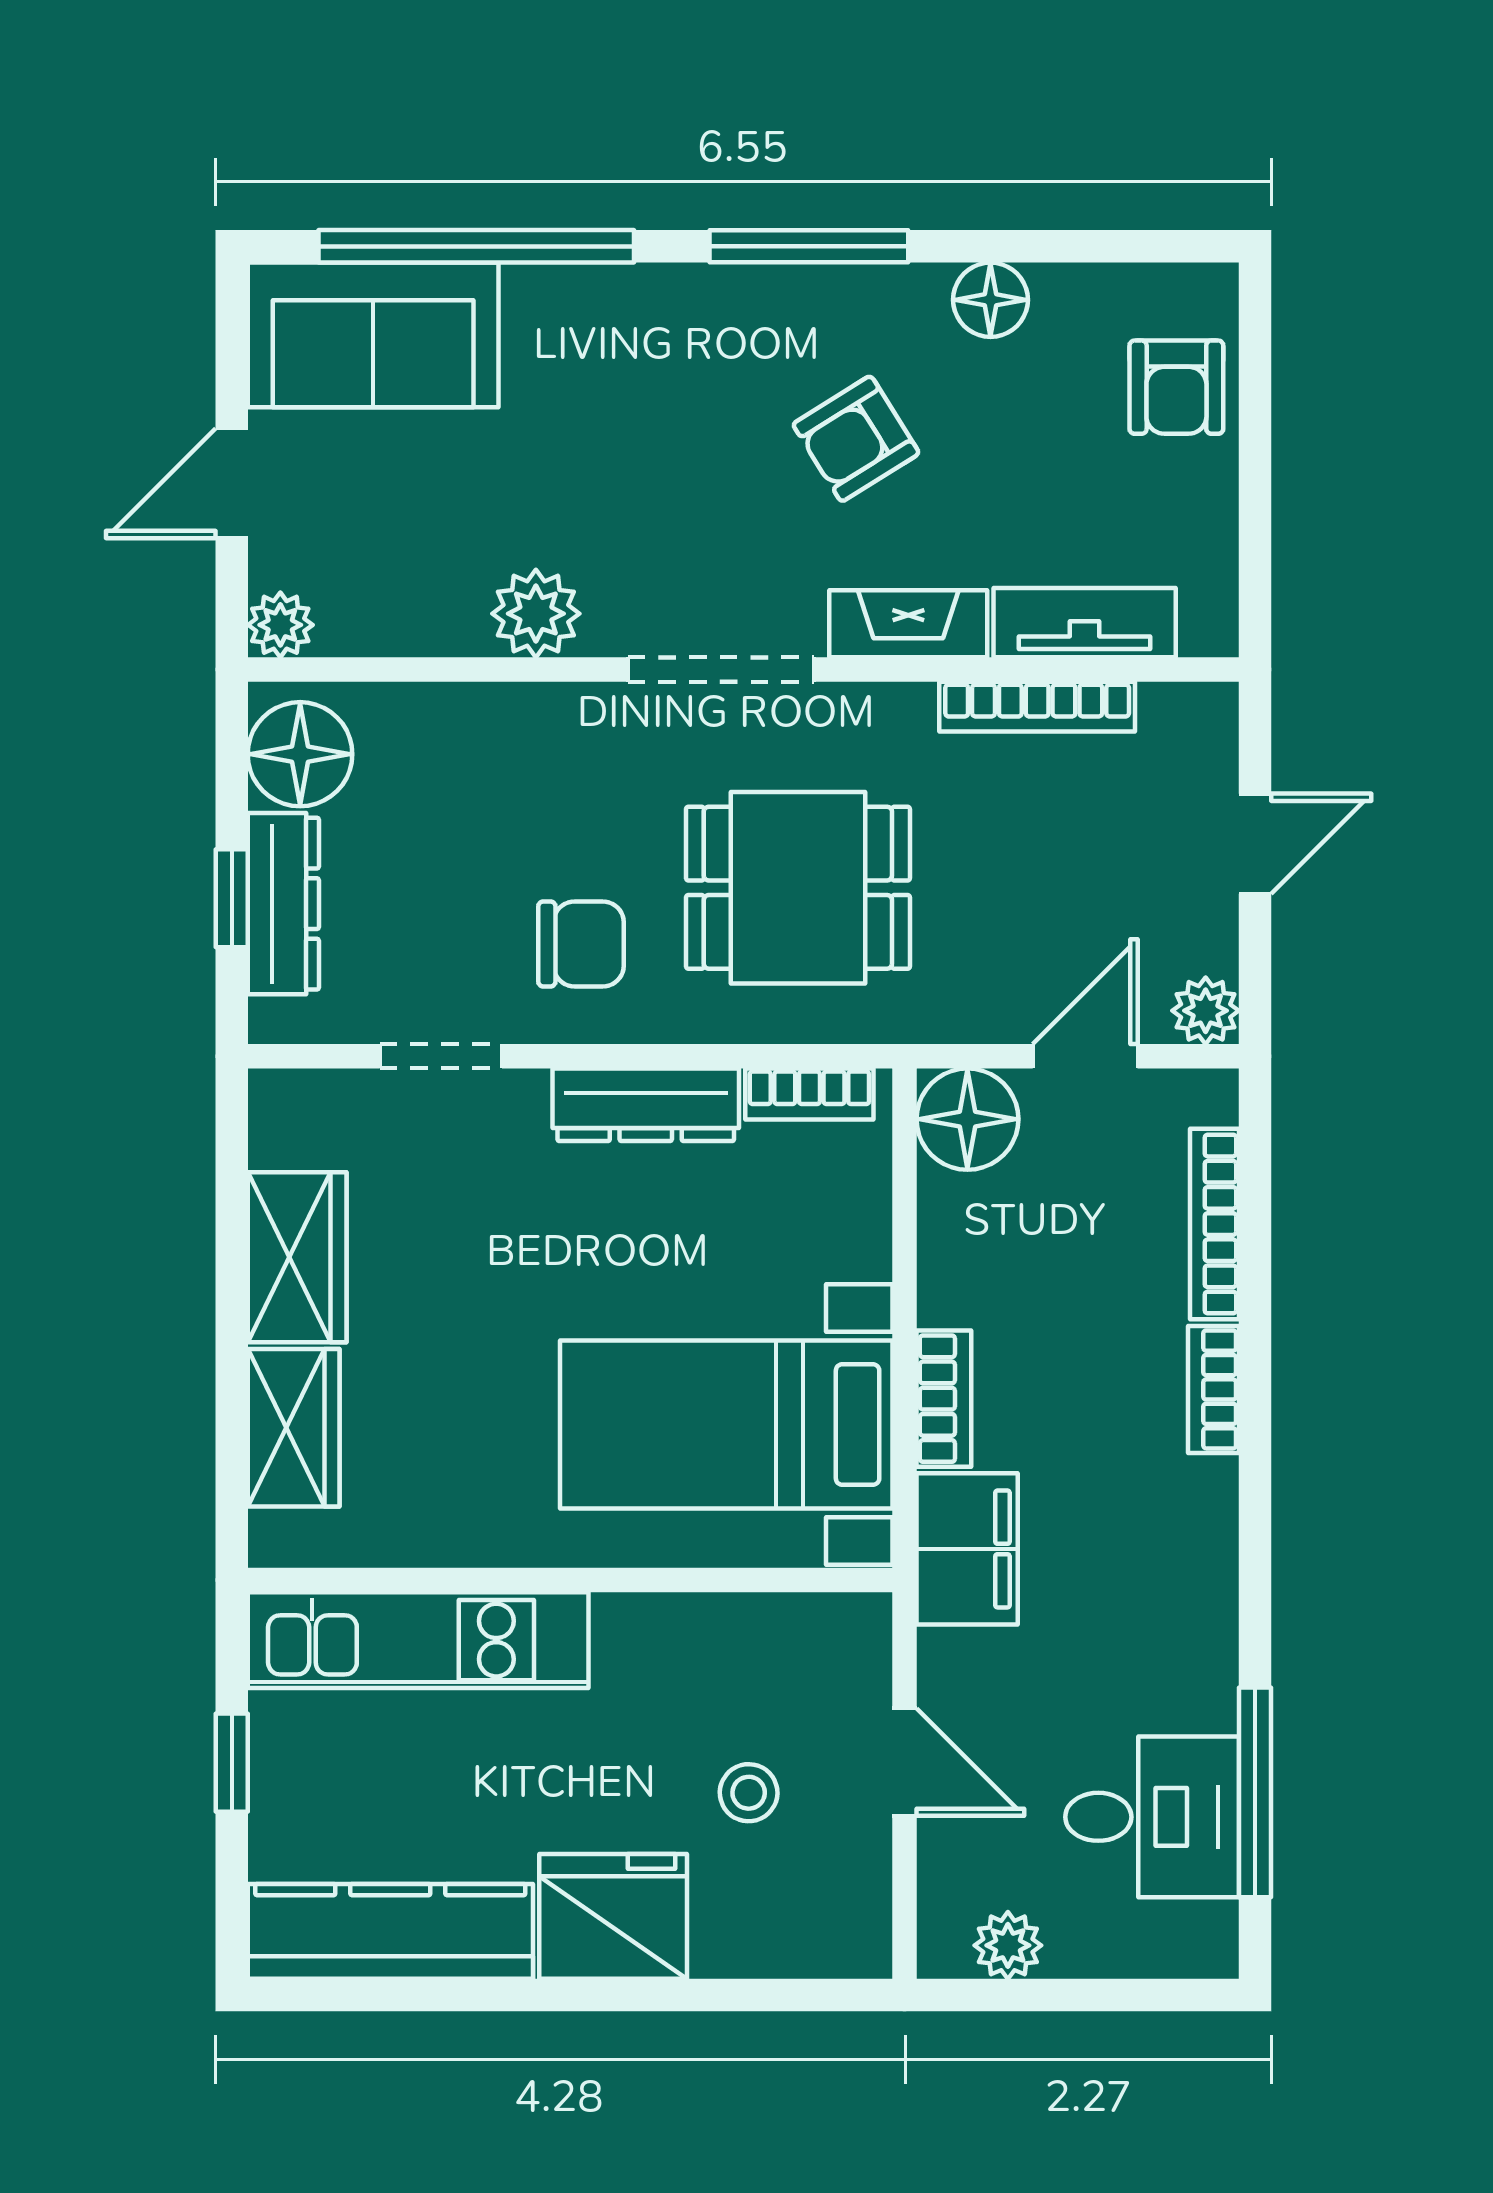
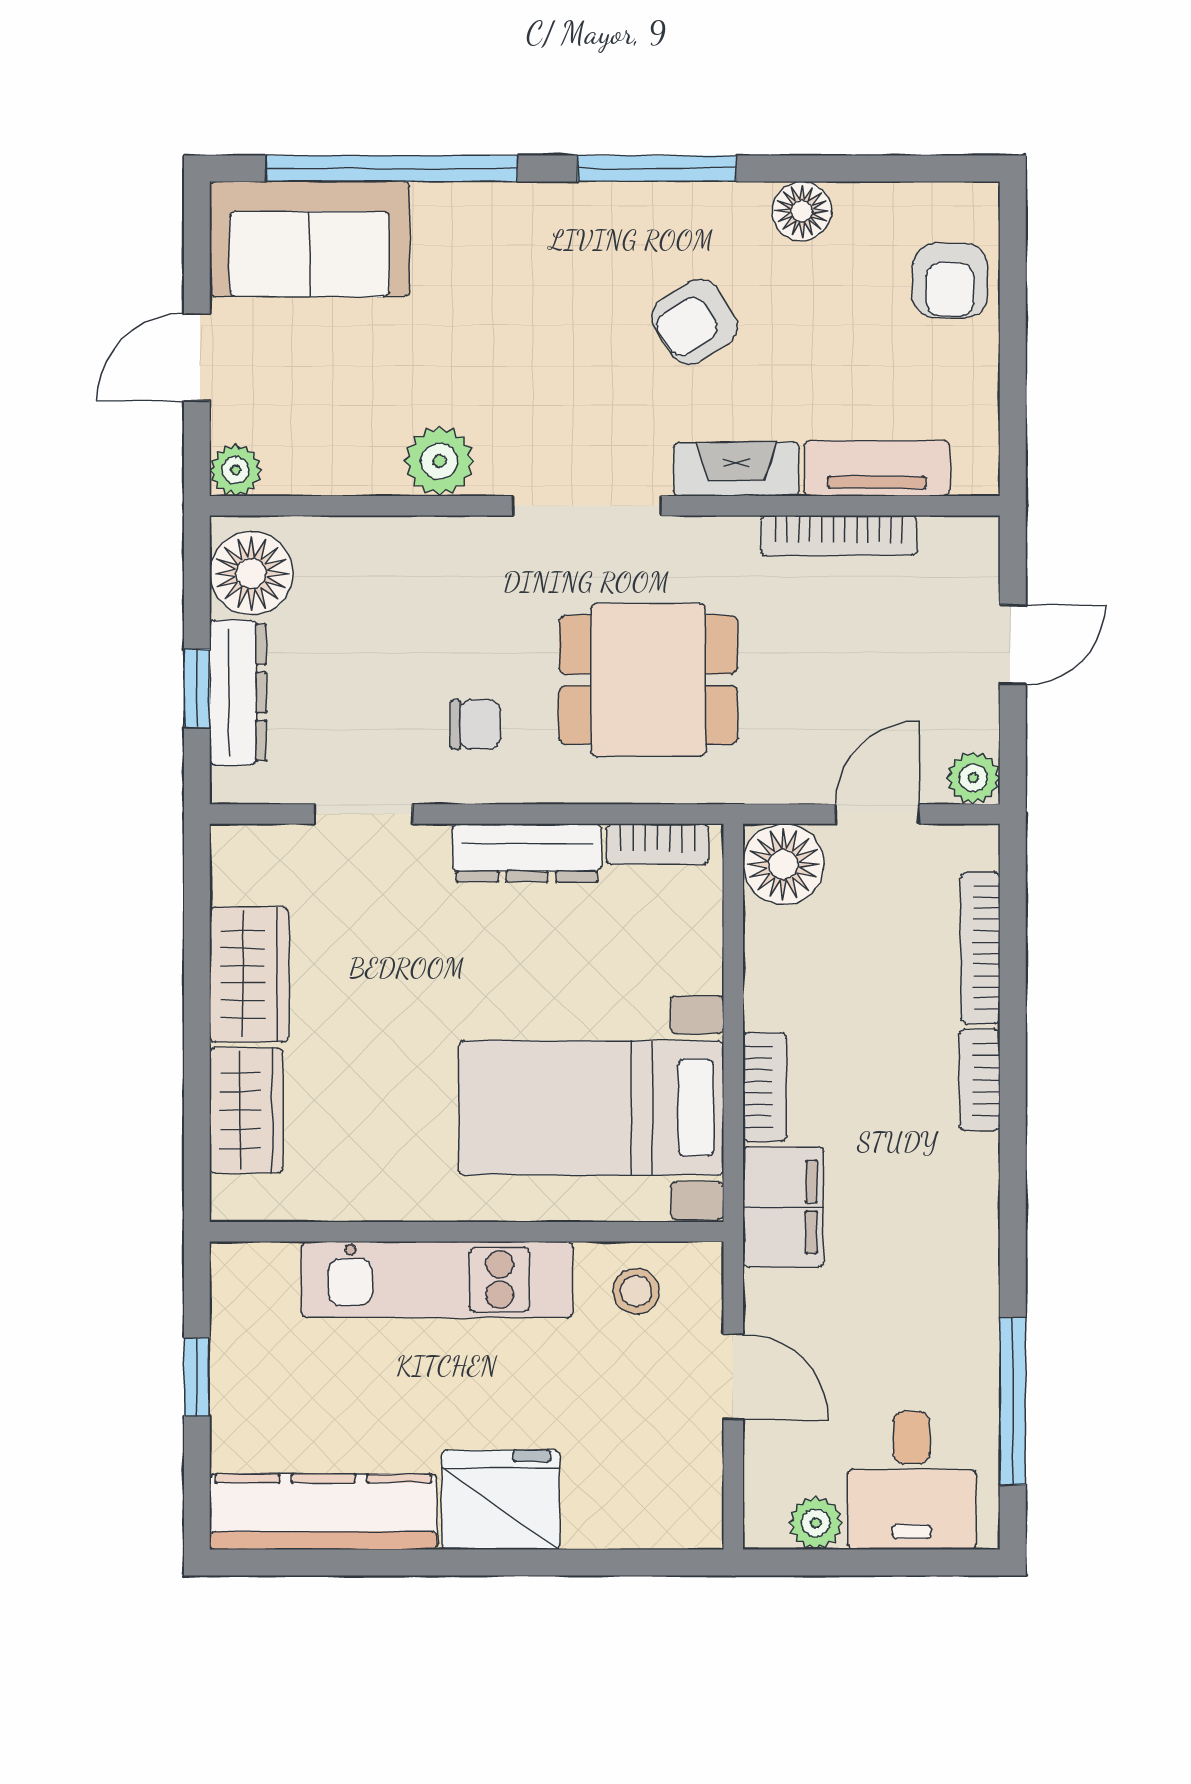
chair: (581, 944) -> (475, 725), width x0.73, depth x0.73
kitchen unit: (418, 1640) -> (437, 1280), moved
stool: (749, 1793) -> (636, 1291), moved
desk: (1152, 1817) -> (912, 1480), moved, turned 90

